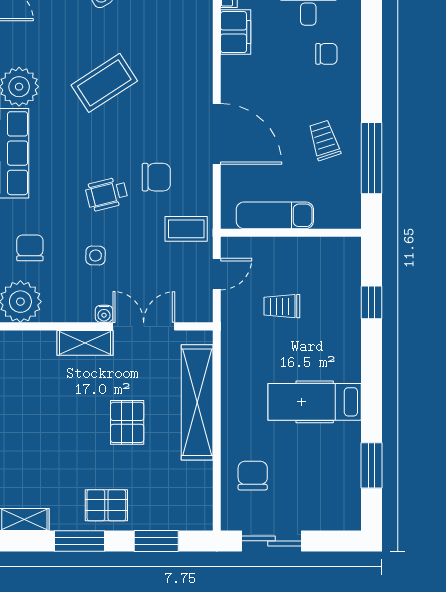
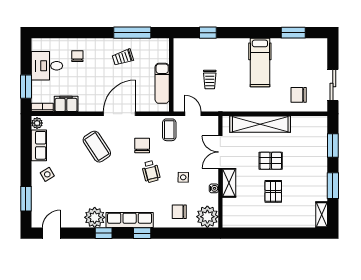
coffee table: (104, 83) -> (97, 147), moved
water cooler: (104, 314) -> (214, 188), moved
pallet: (106, 505) -> (273, 191), moved

